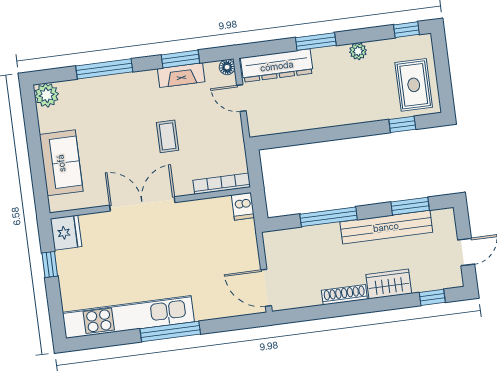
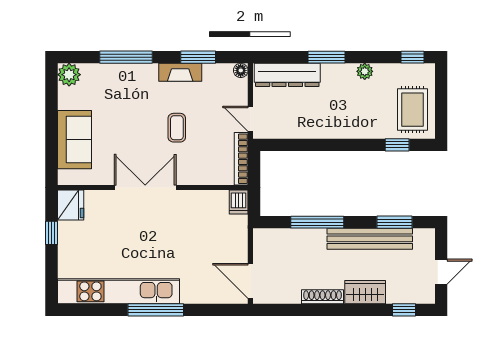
fireplace: (181, 75) -> (180, 72), moved
door: (241, 98) -> (250, 119), moved
bookcase: (222, 184) -> (241, 159), moved, turned -90

